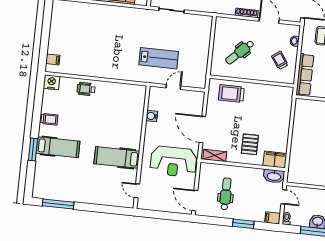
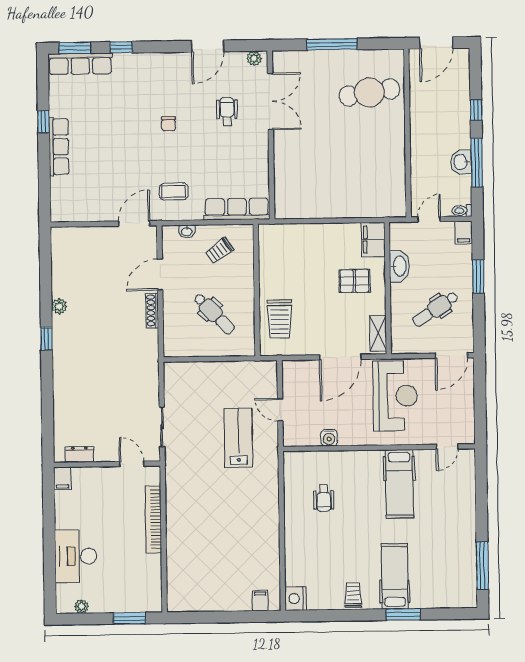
wheelchair: (86, 89) -> (324, 498), moved
washbasin: (274, 176) -> (399, 266), moved
dental chair: (226, 194) -> (435, 309), turned -33

